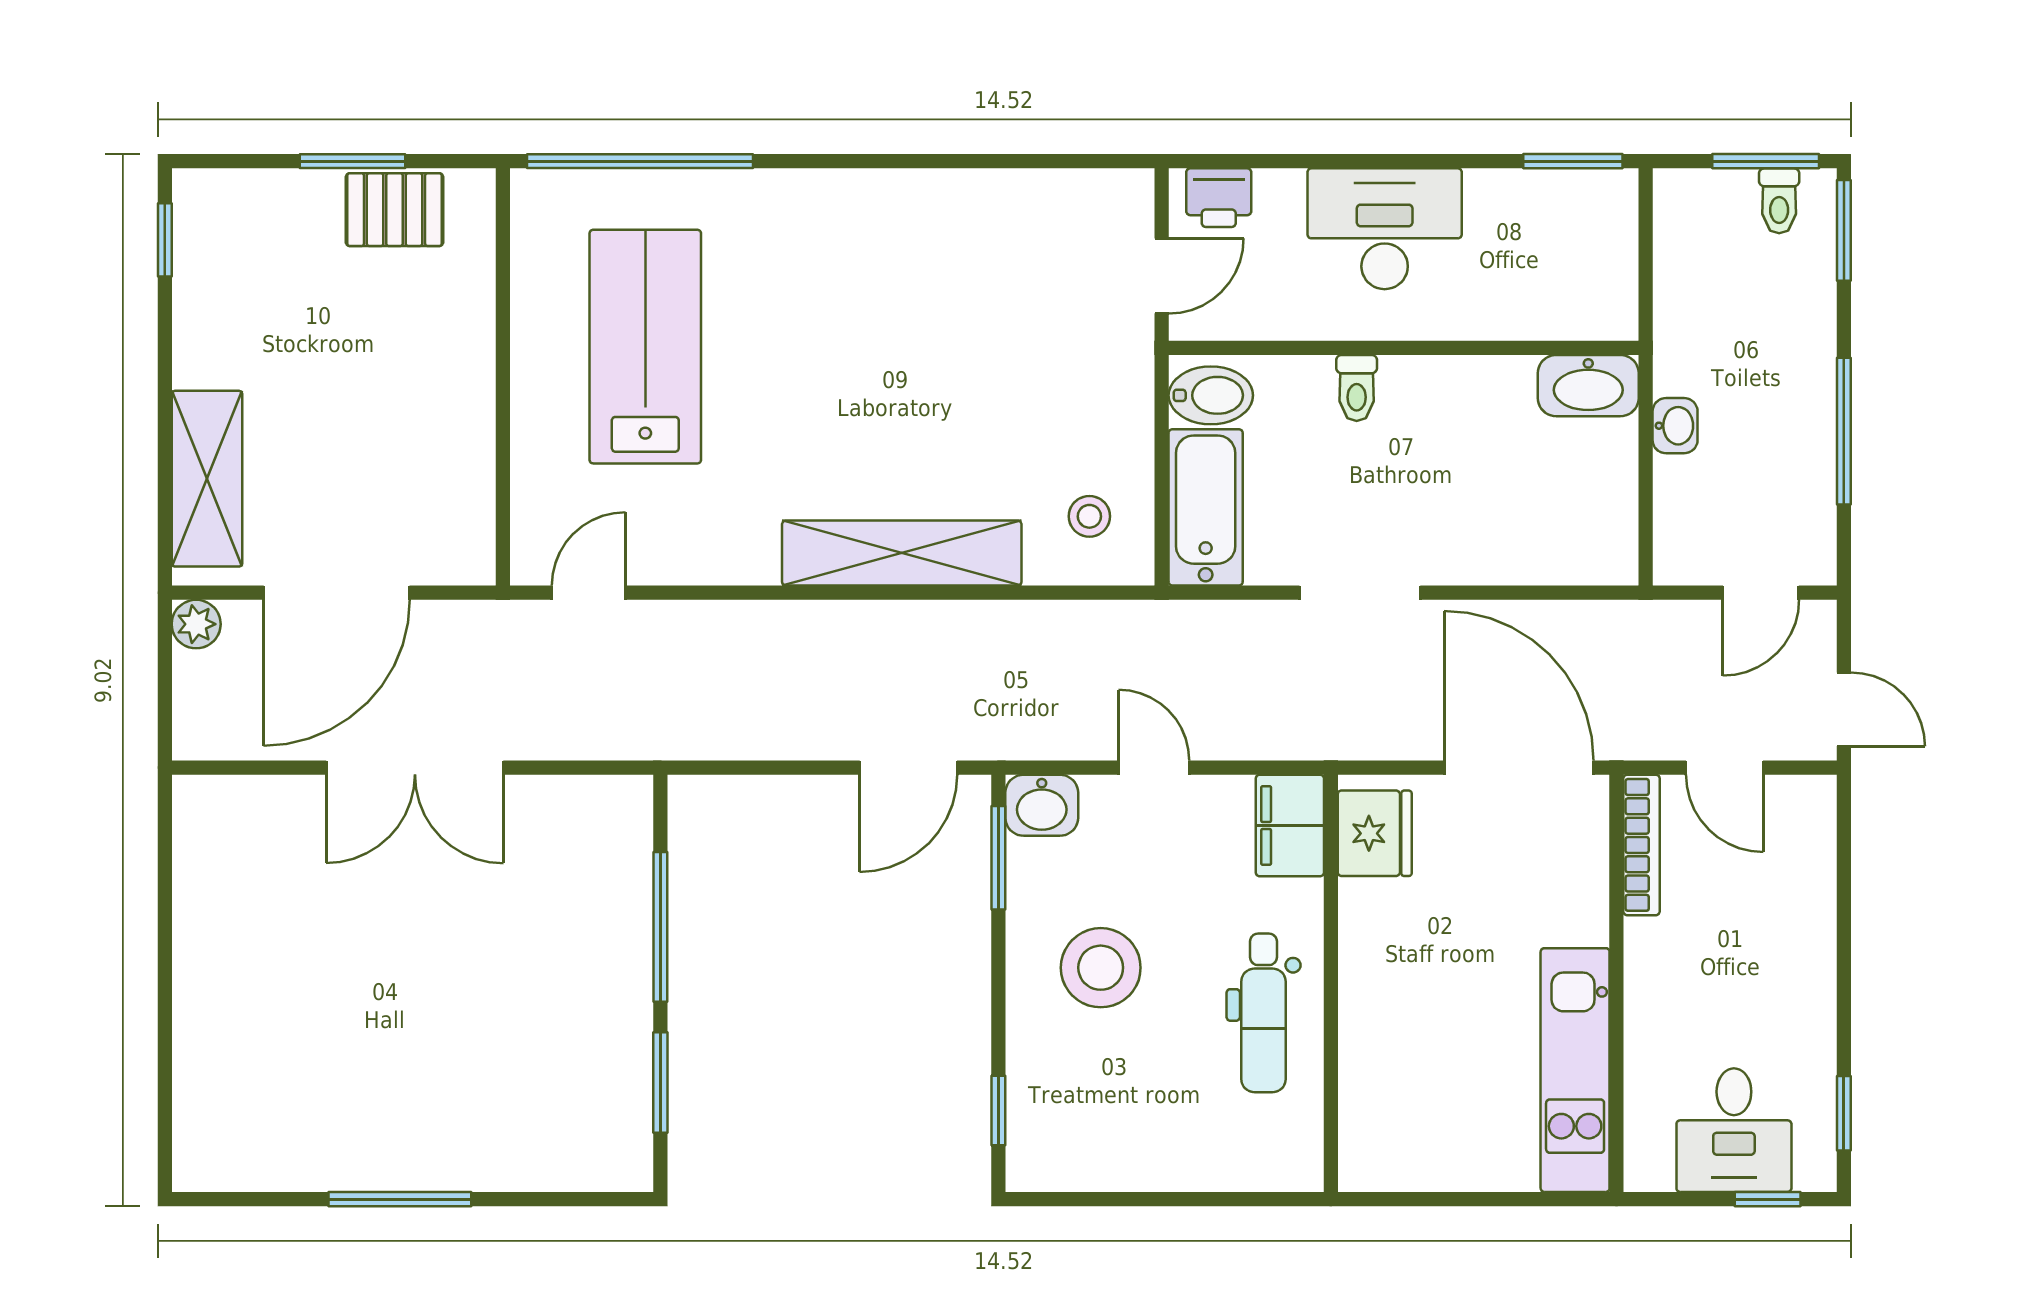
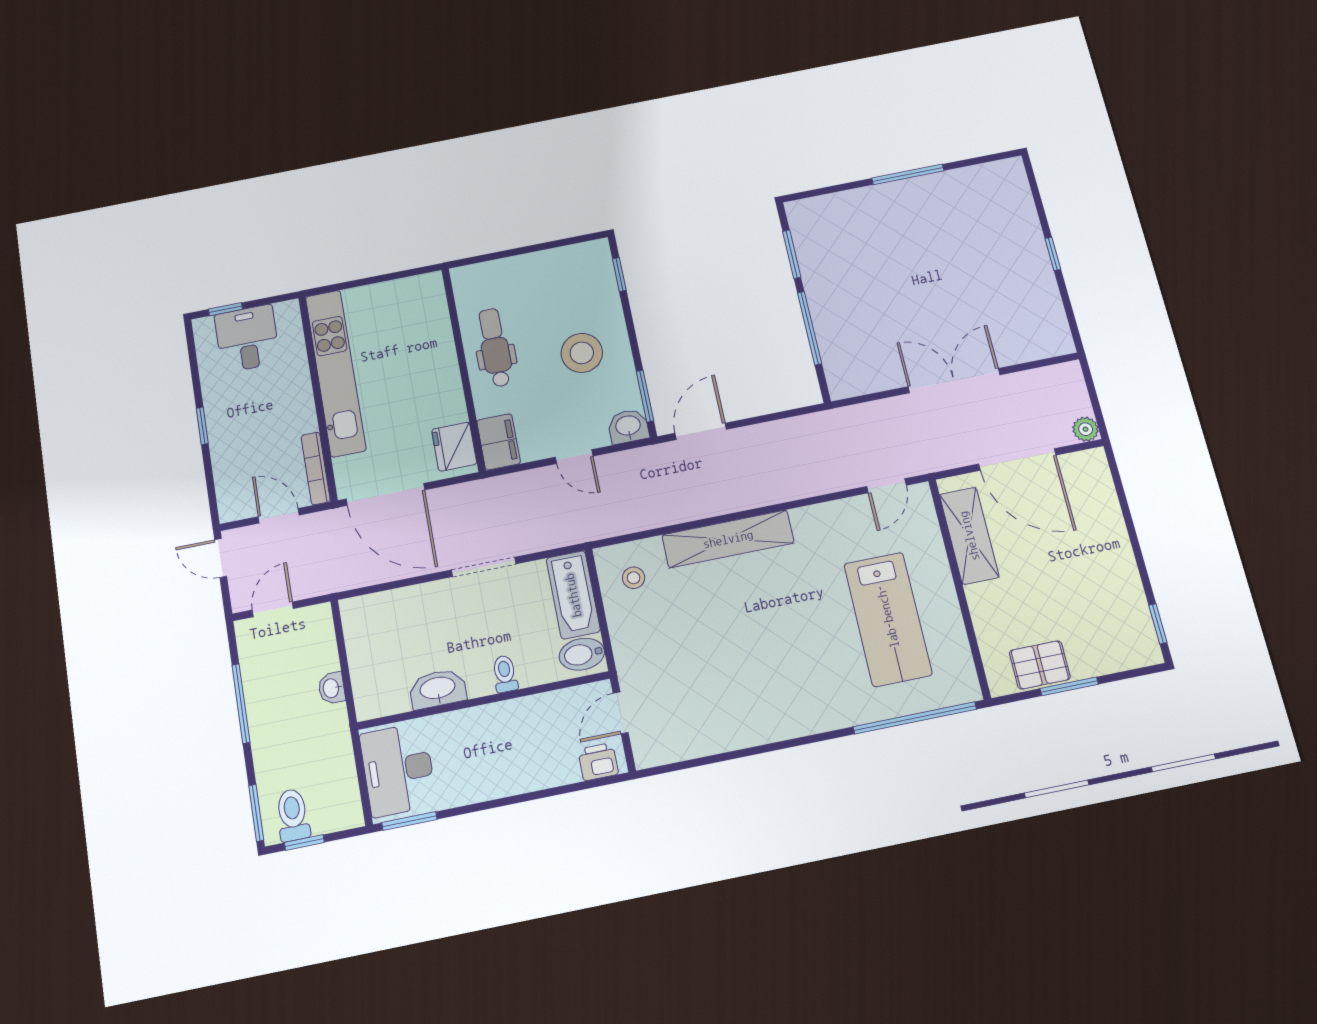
window: (1766, 161) -> (304, 843), width x0.67
toilet: (1779, 201) -> (293, 815), width x1.37, depth x1.39
desk: (1385, 229) -> (398, 770), moved, turned 90
washbasin: (1588, 386) -> (438, 689), moved
shelving: (207, 479) -> (969, 536), moved
door: (337, 593) -> (1017, 460), swing flipped
window: (165, 979) -> (1053, 254), added
kitchen unit: (1575, 1070) -> (336, 373), width x1.36
window: (1844, 1113) -> (202, 426), moved

